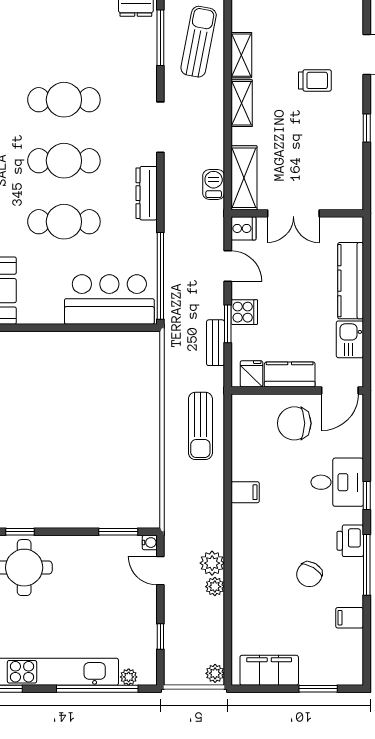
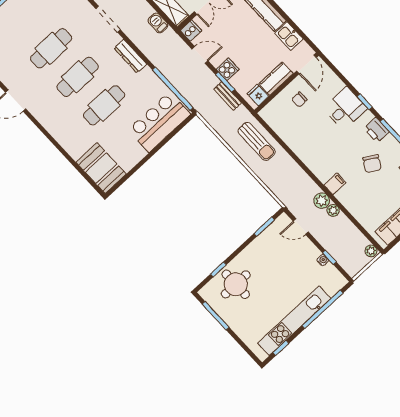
chair: (294, 423) -> (299, 100), width x0.54, depth x0.54
filing cabinet: (245, 492) -> (335, 184), moved
water cooler: (150, 543) -> (323, 260), moved
plant: (129, 677) -> (332, 290), removed

